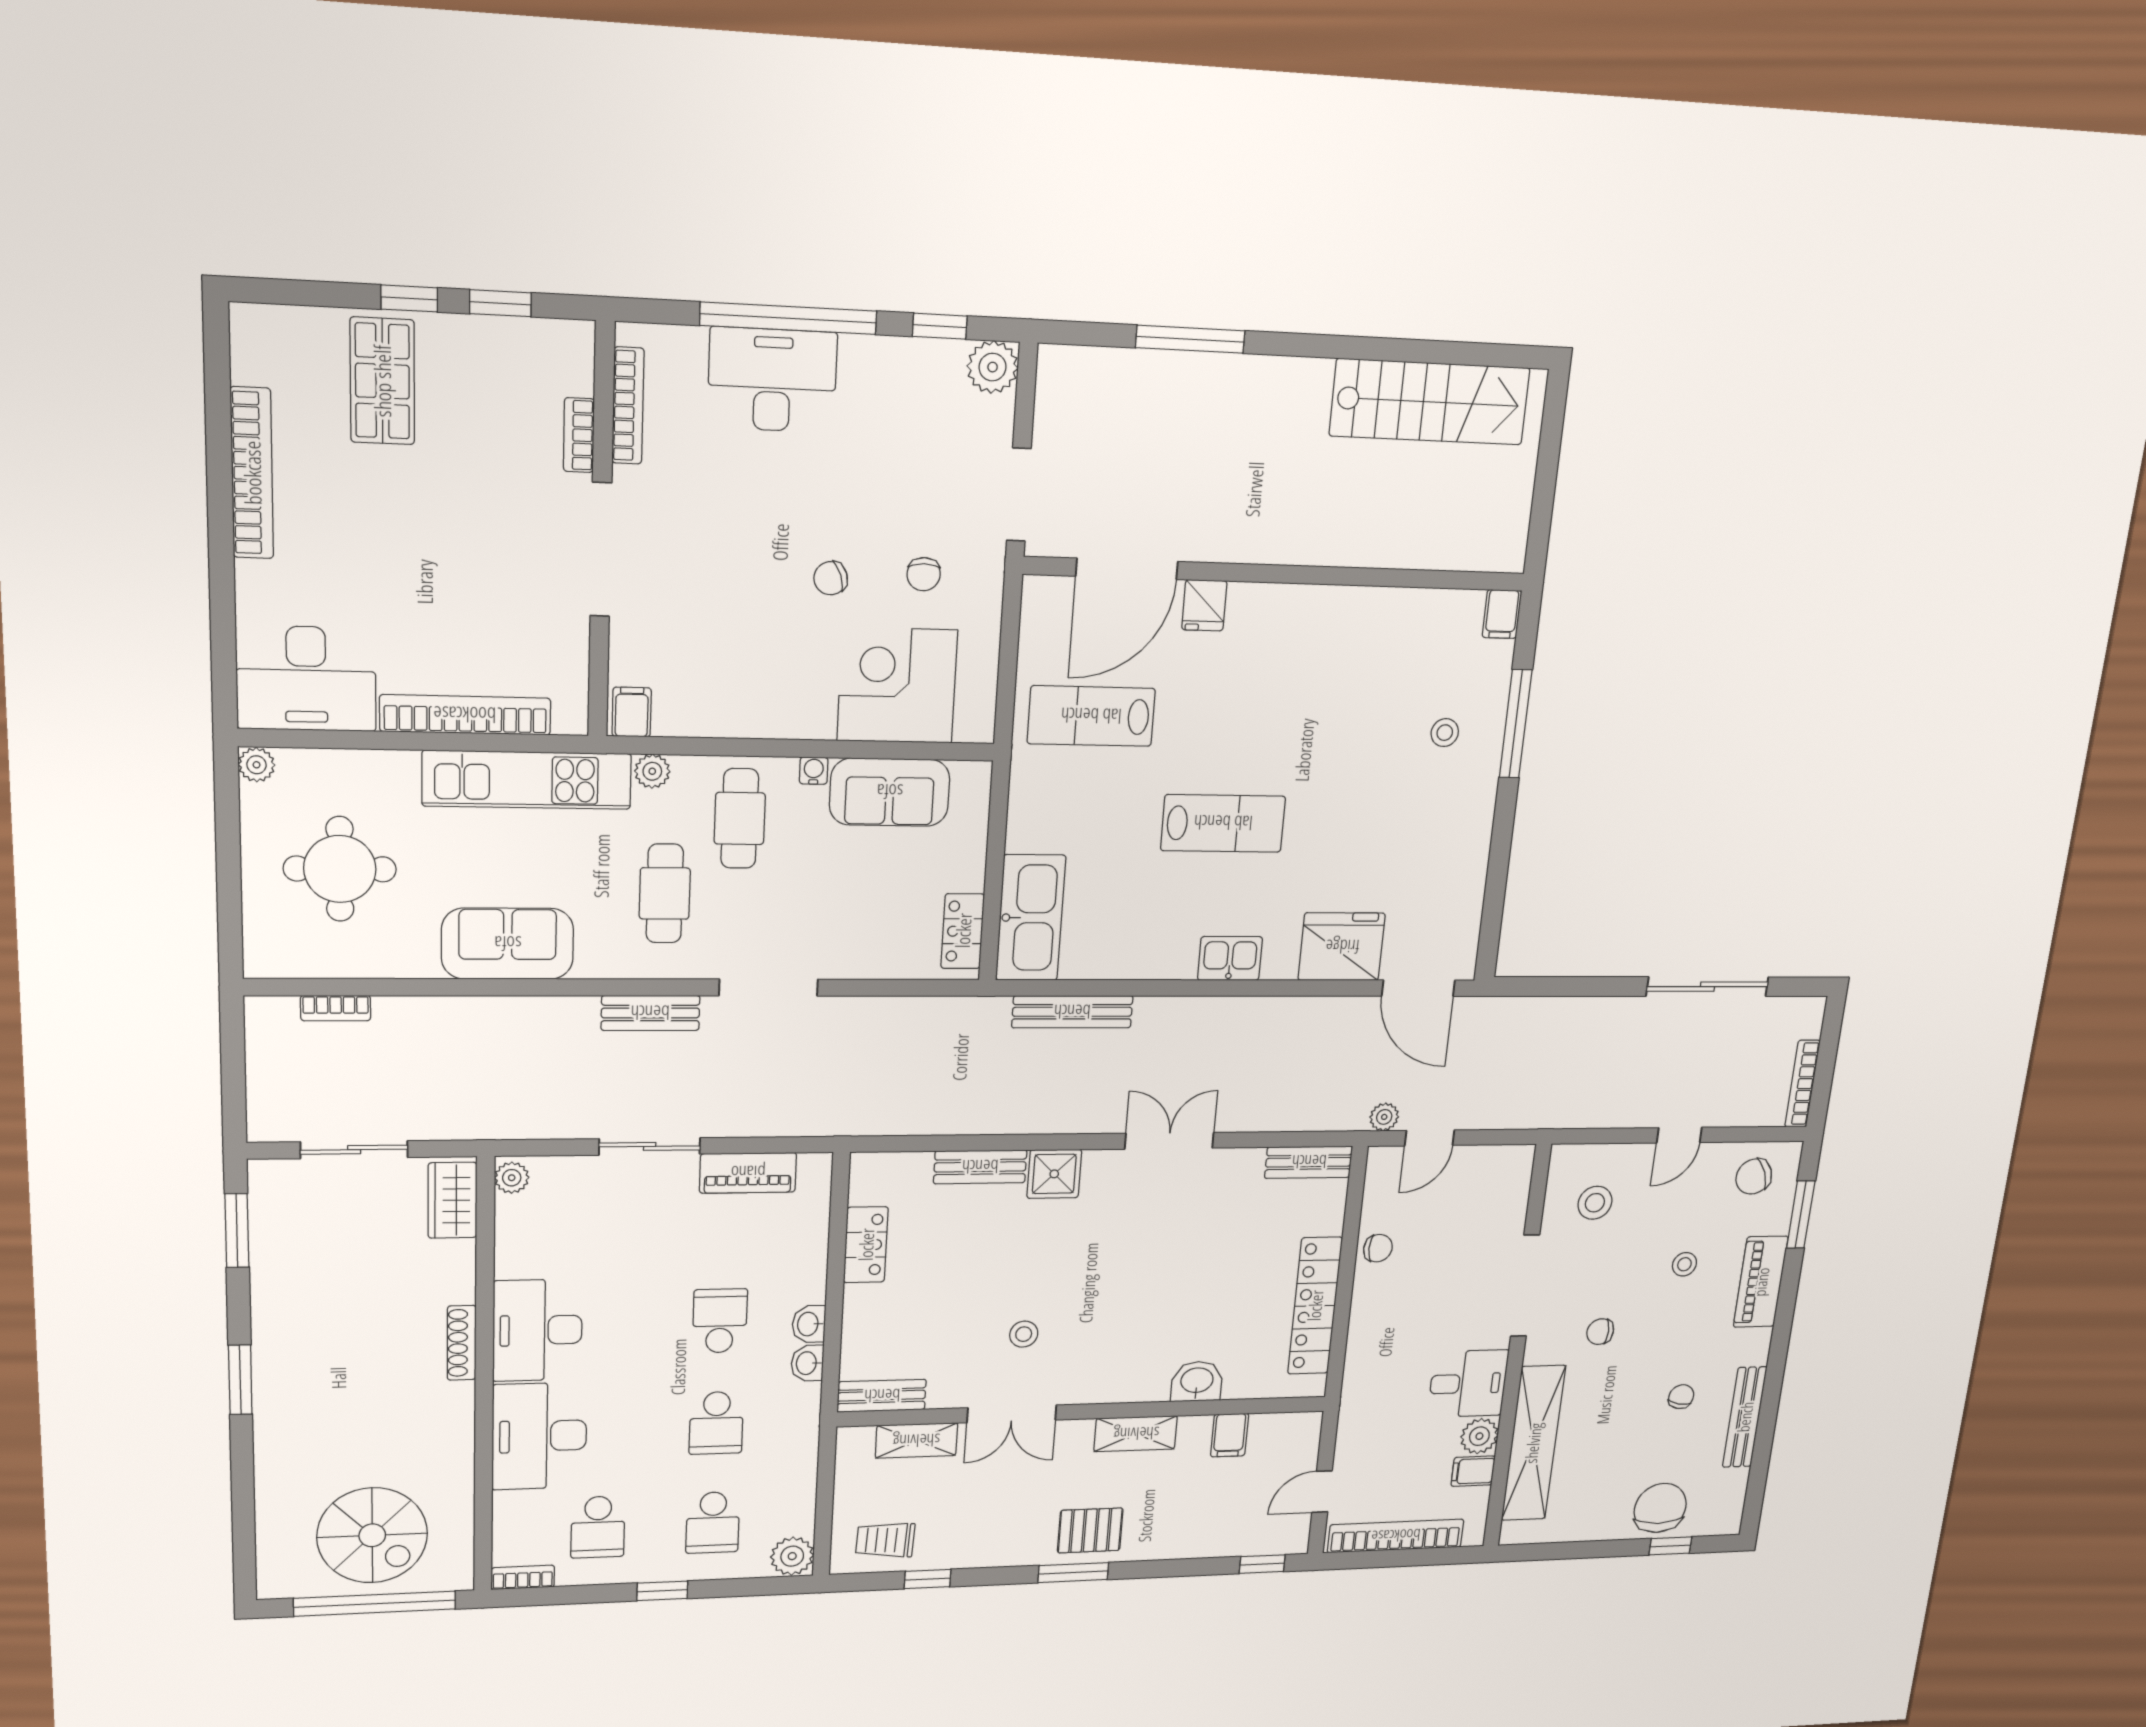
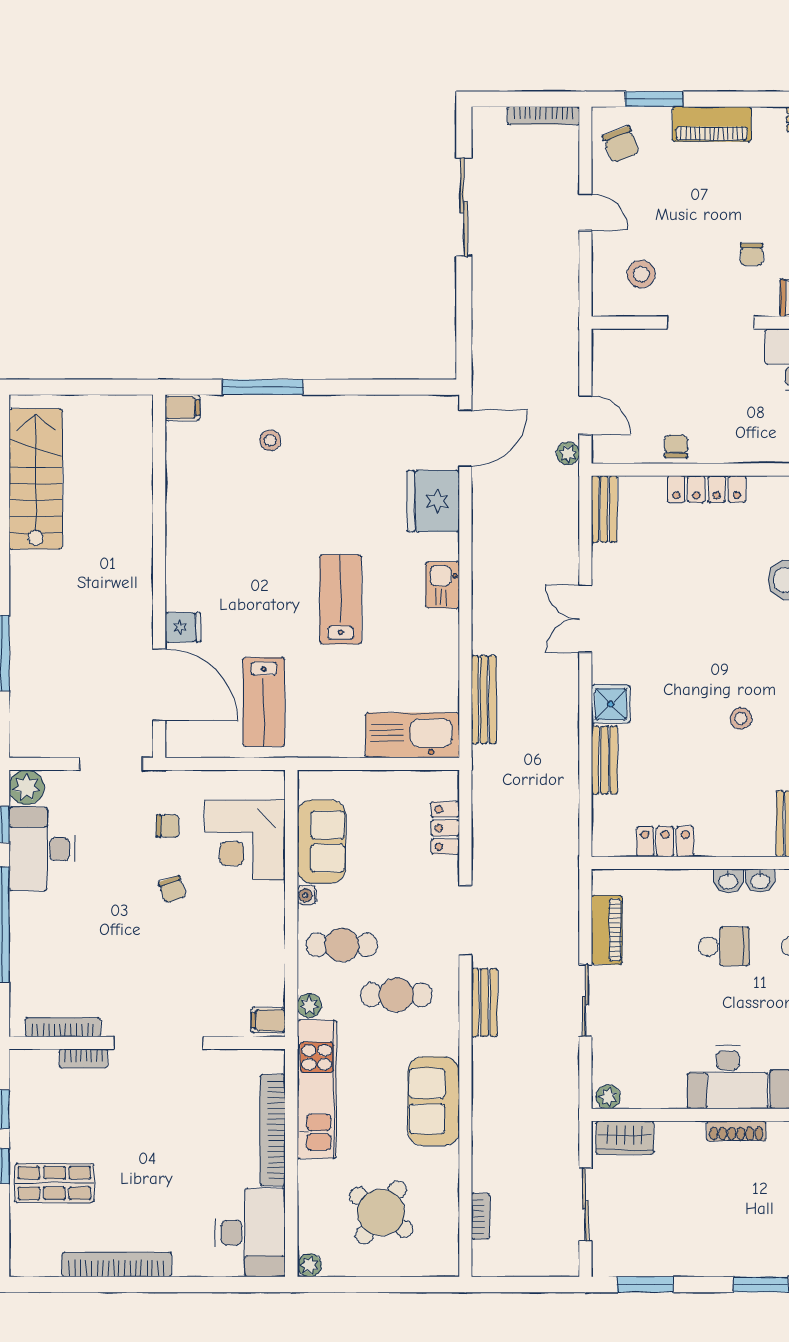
desk: (772, 380) -> (42, 849), moved
round table: (340, 869) -> (381, 1212), turned 36
locker: (963, 931) -> (445, 828), moved, turned 90
stool: (1684, 1264) -> (695, 192), removed
locker: (1315, 1306) -> (707, 489), width x0.71, depth x0.83
school desk: (720, 1321) -> (724, 946), turned 180

